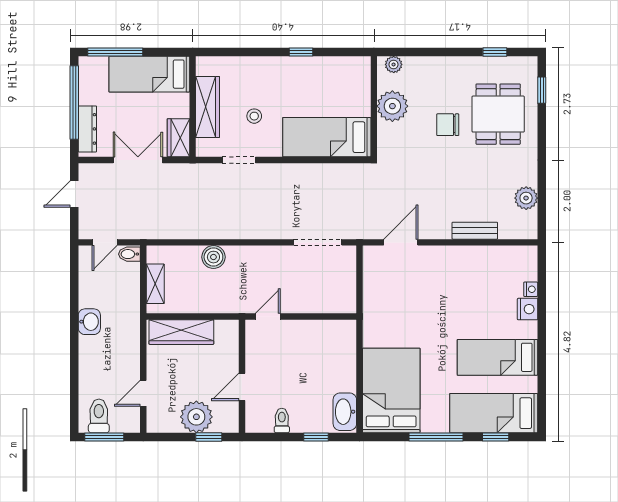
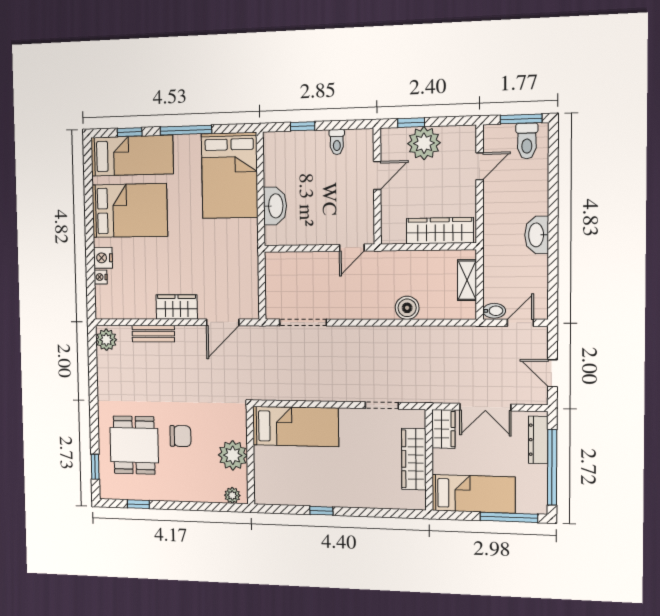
stool: (254, 116) -> (367, 449), removed
door: (74, 194) -> (552, 373), swing flipped
plant: (526, 198) -> (106, 340), moved
wardrobe: (449, 258) -> (177, 307), added
washbasin: (89, 322) -> (537, 235), width x1.38
bed: (498, 357) -> (130, 211), width x1.50
washbasin: (345, 412) -> (275, 206), moved

